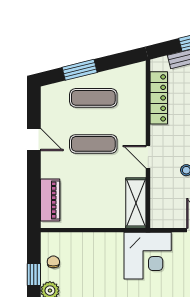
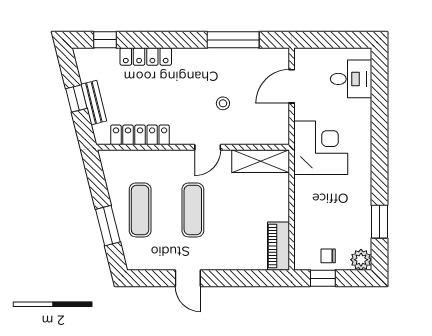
door: (34, 140) -> (188, 278), swing flipped
piano: (50, 200) -> (278, 246), moved, turned -90
window: (34, 274) -> (323, 278), moved

